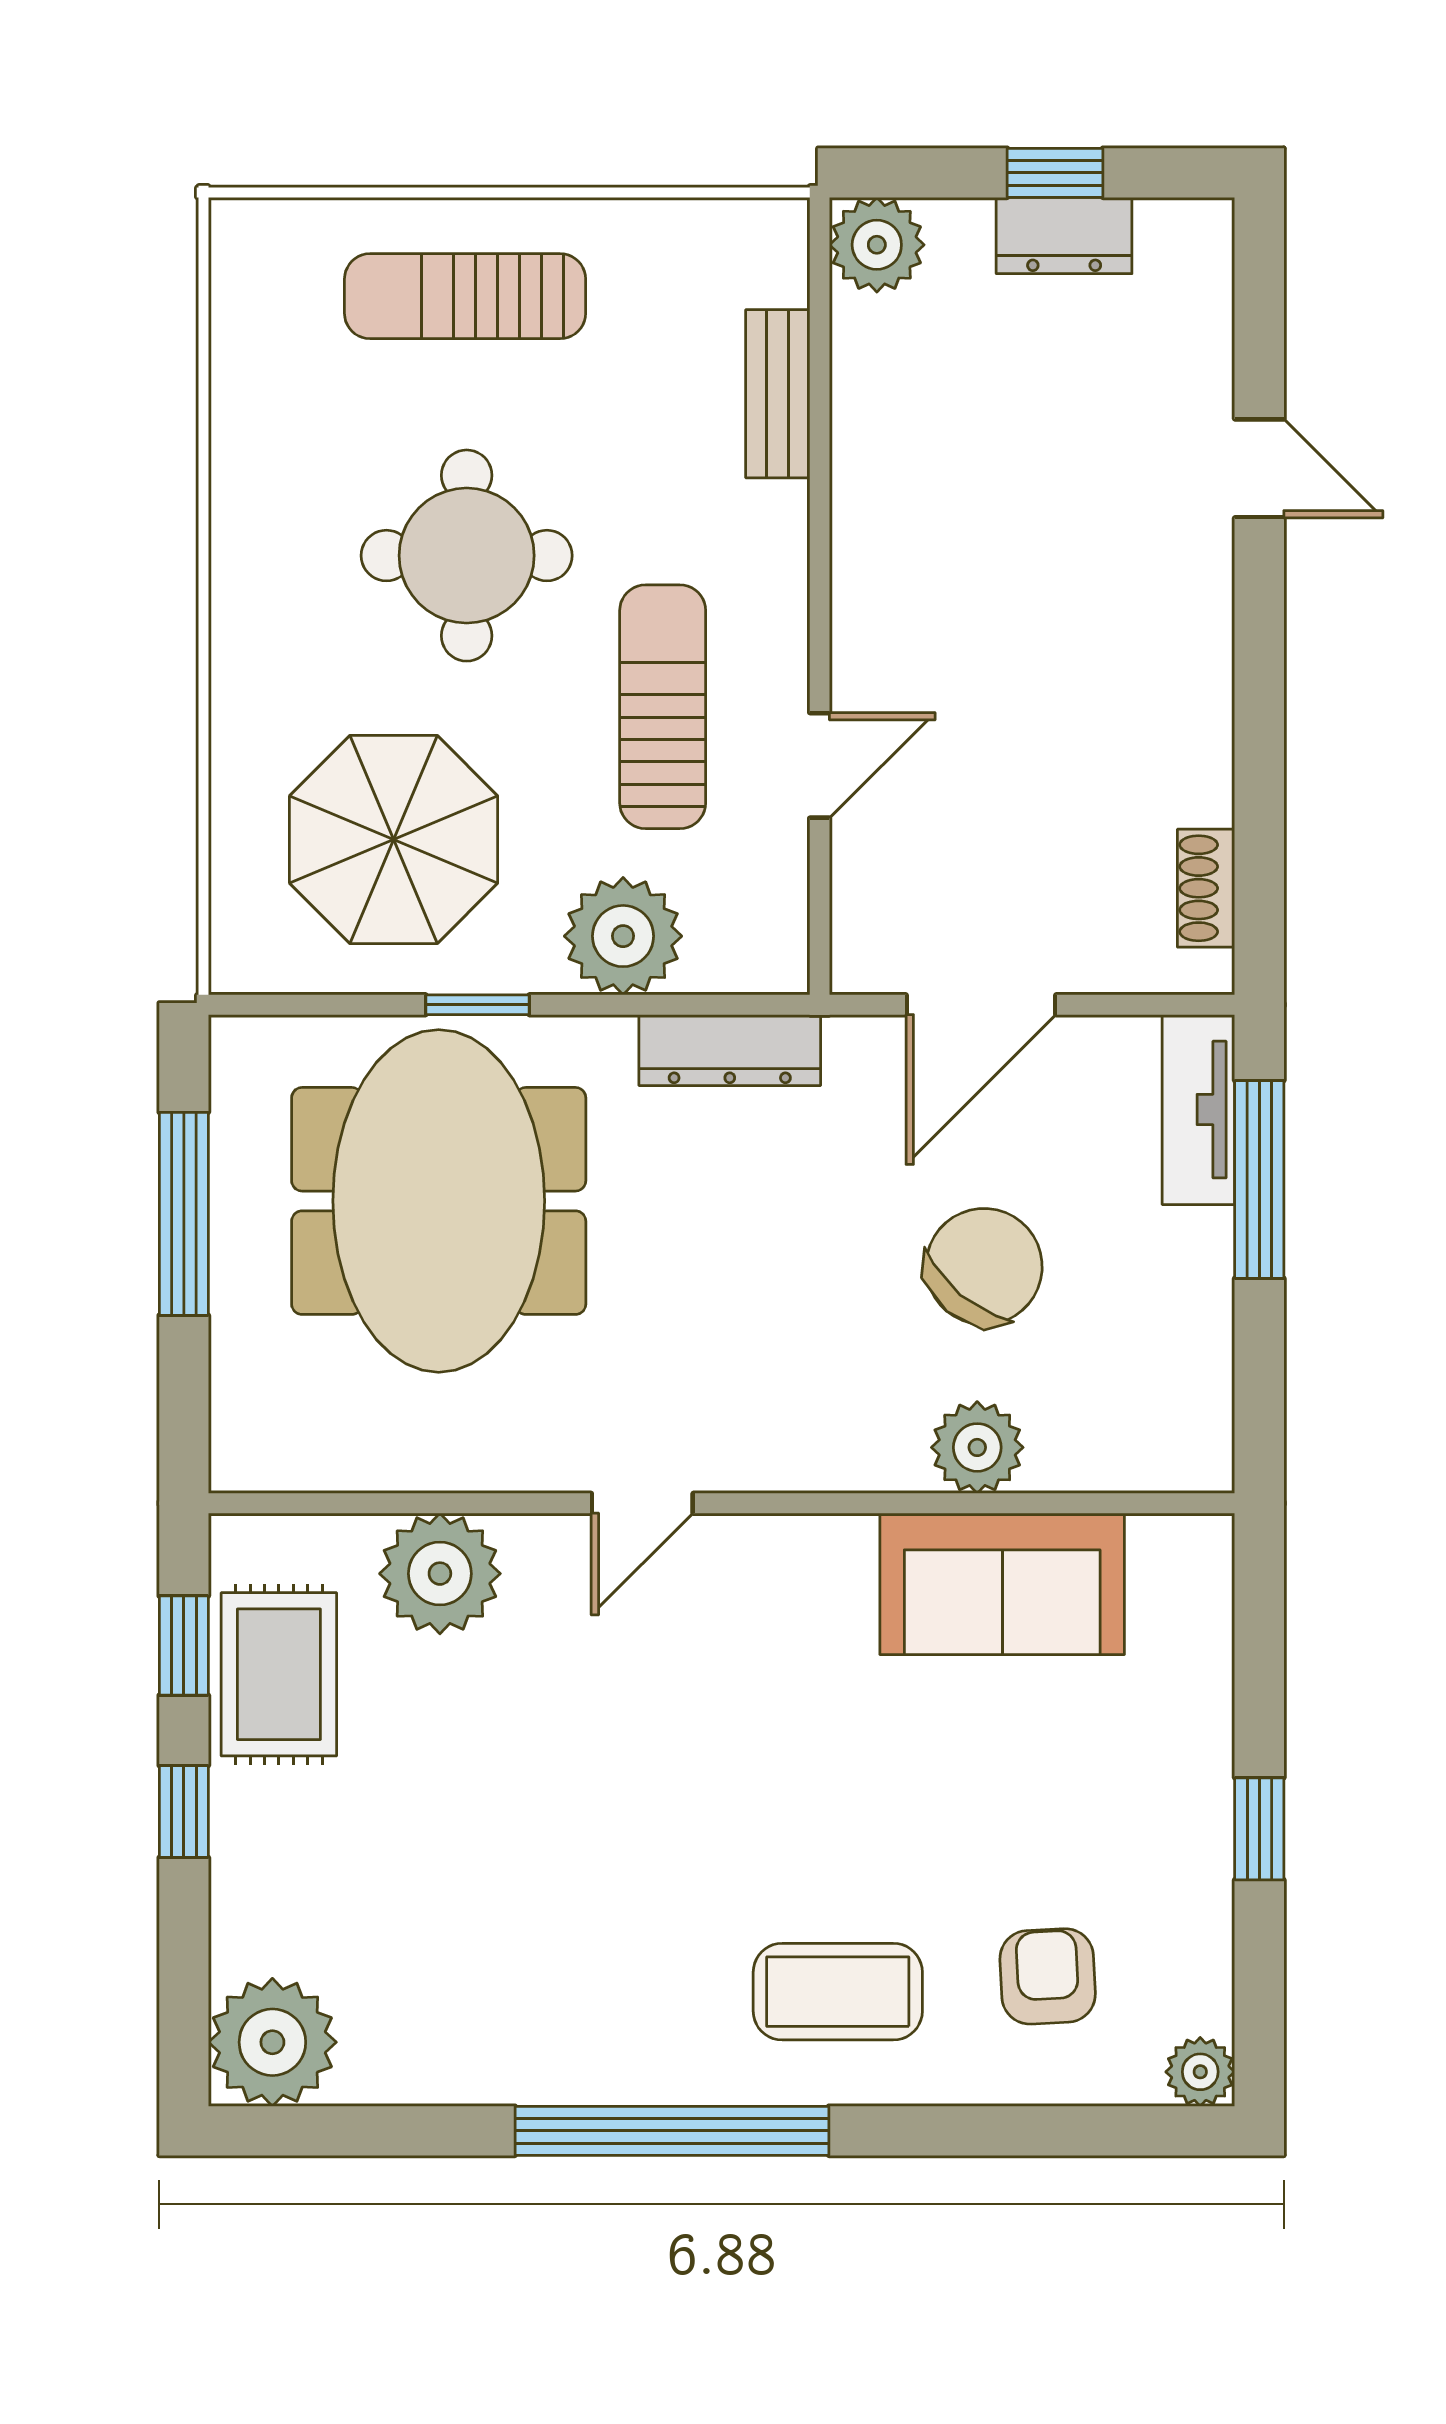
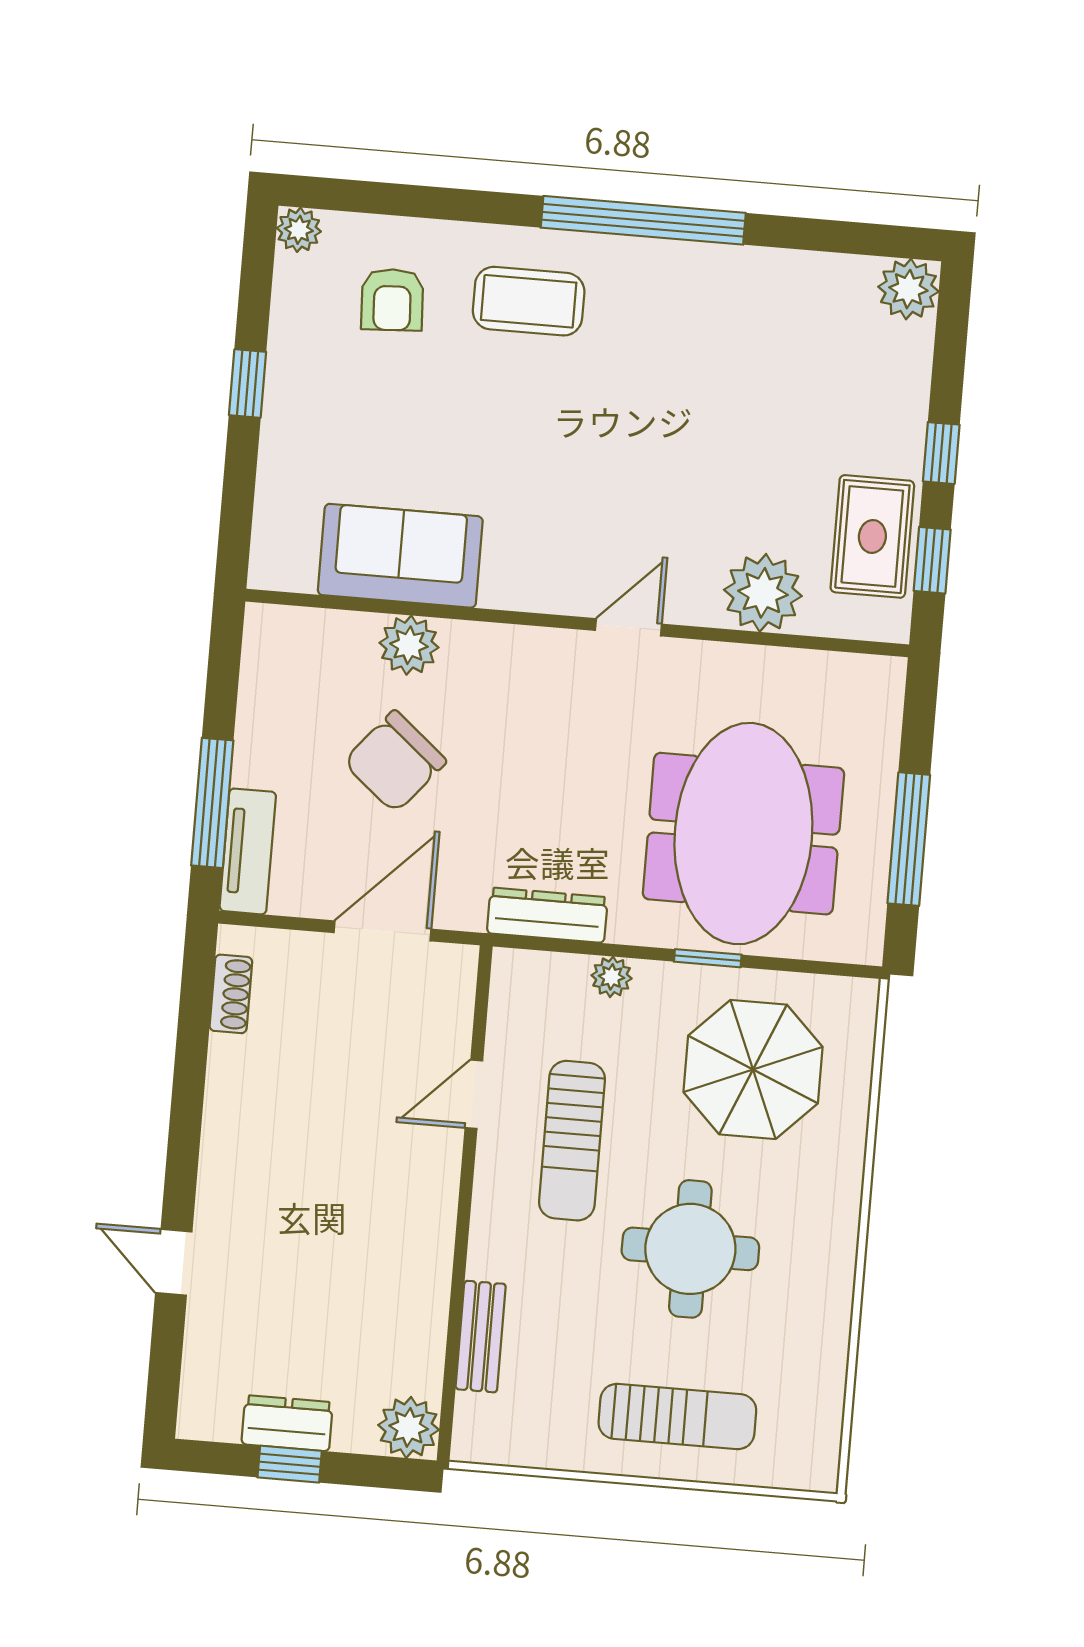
plant: (623, 936) -> (612, 977), width x0.53, depth x0.53
plant: (272, 2042) -> (908, 289), width x0.73, depth x0.73

